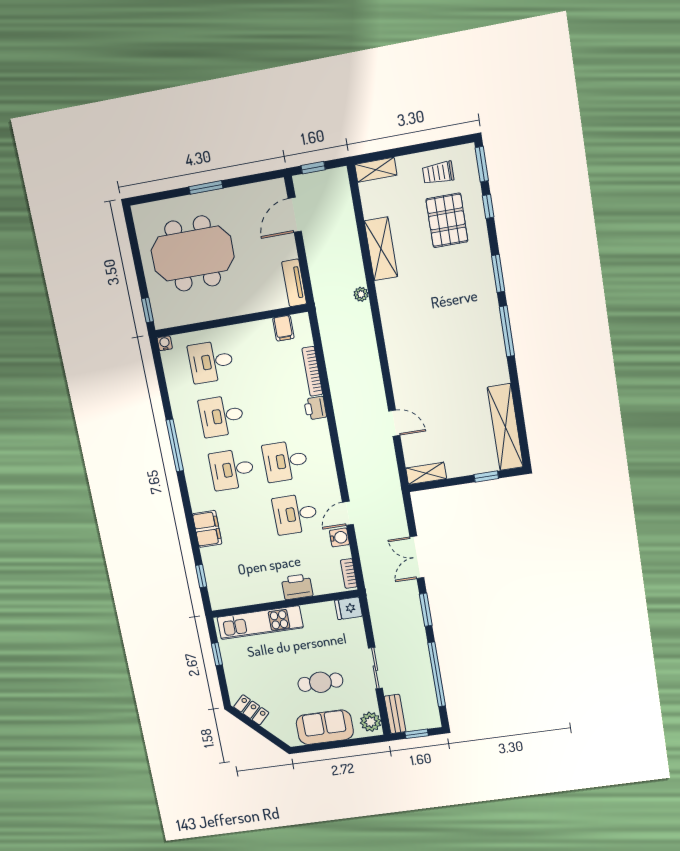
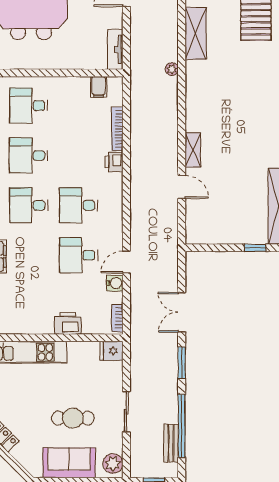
shelving: (426, 473) -> (193, 150), moved, turned 90
bench: (395, 714) -> (171, 443), moved

